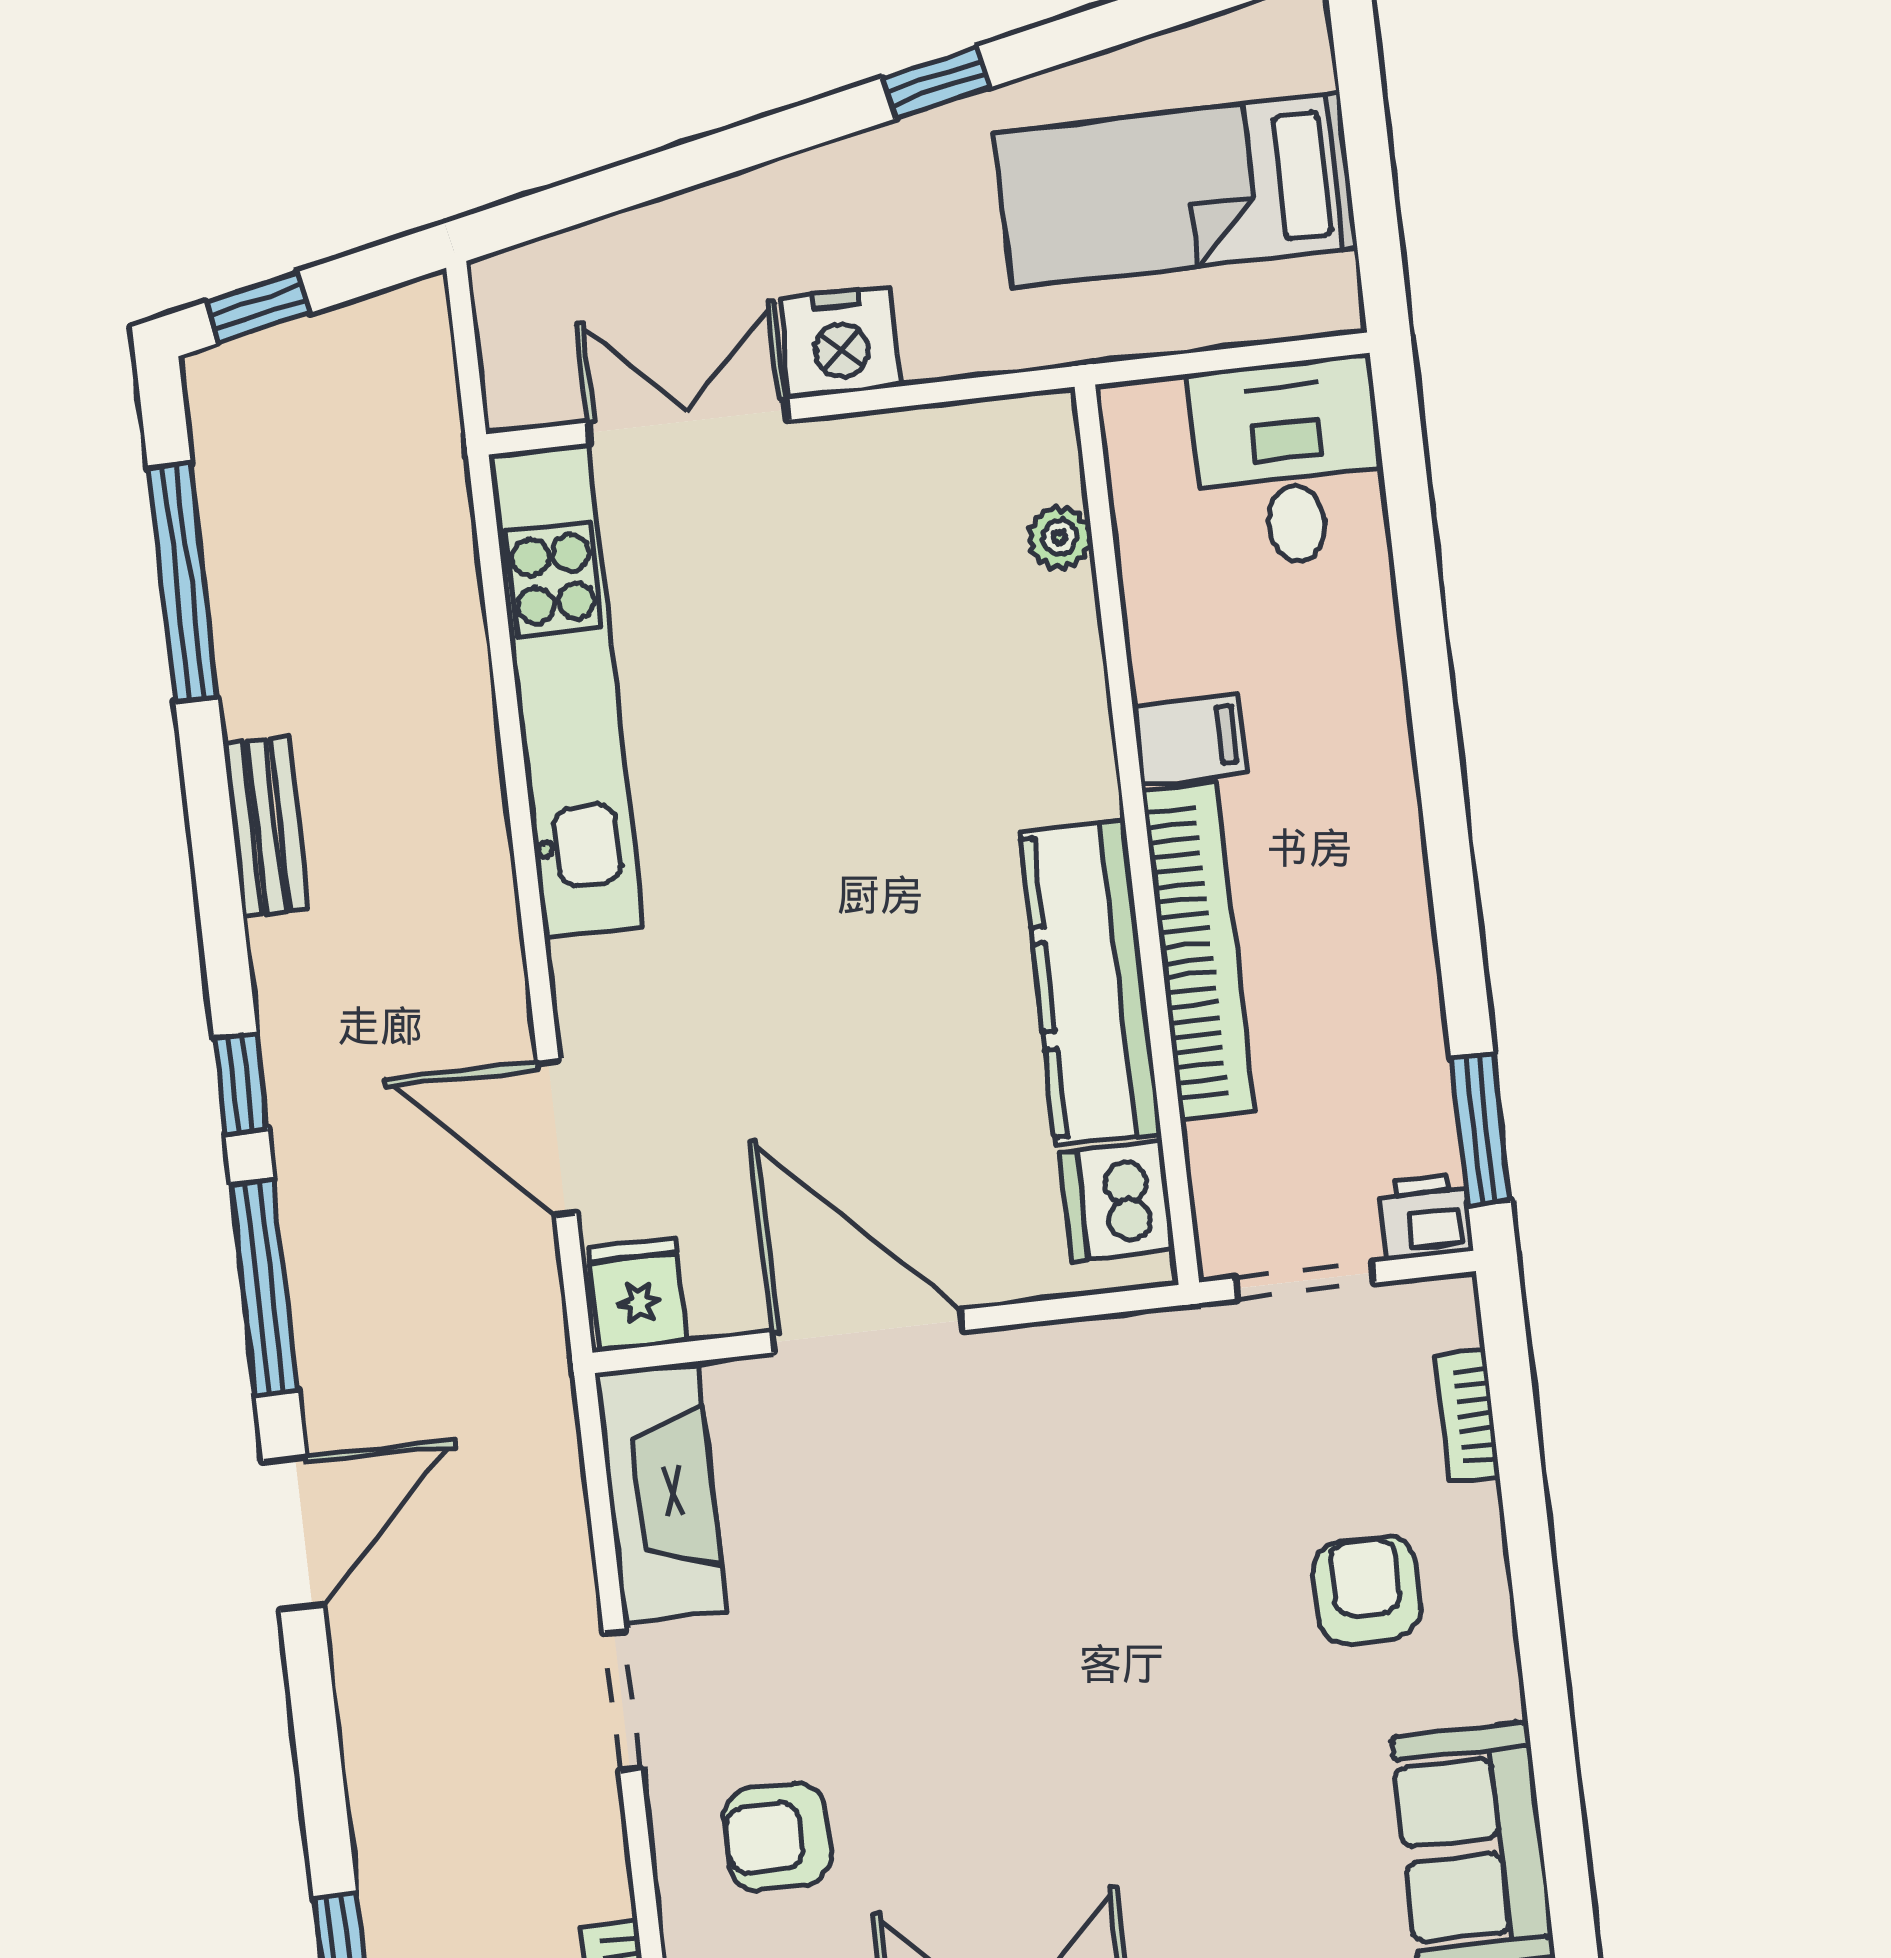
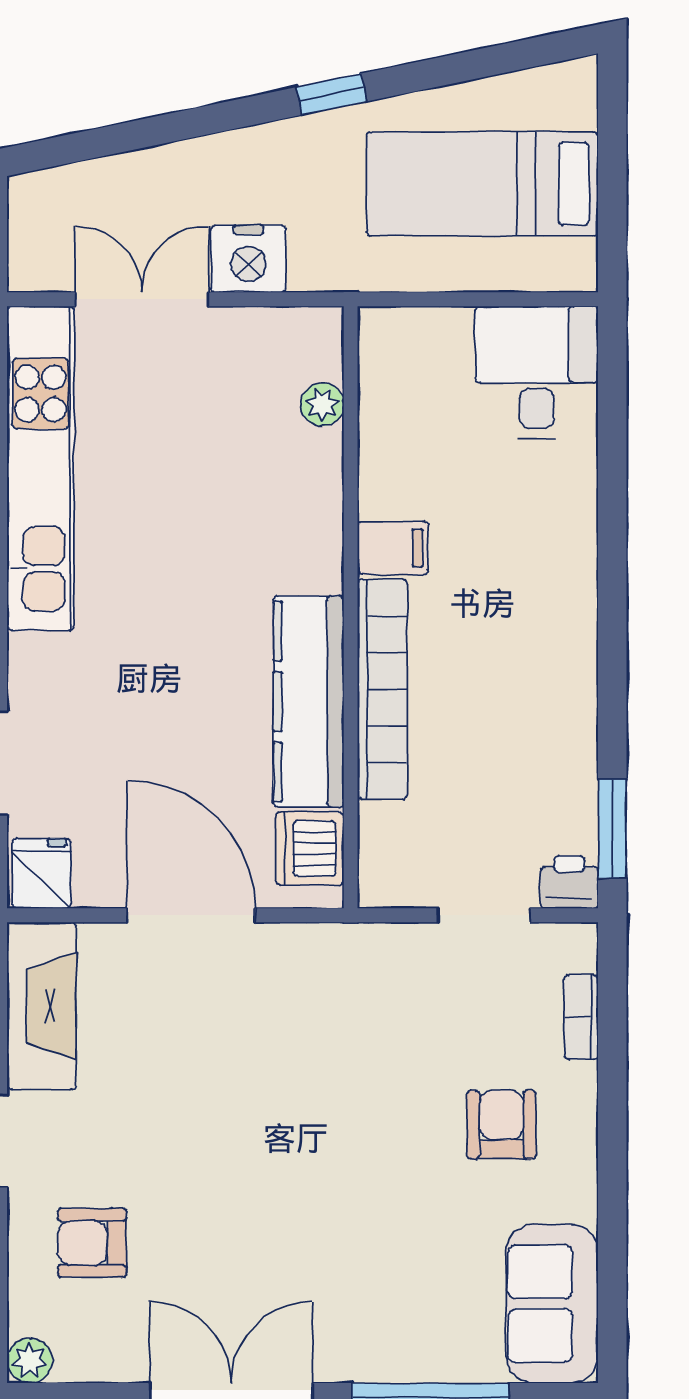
plant: (1060, 537) -> (322, 405), moved
filing cabinet: (1190, 739) -> (393, 548), moved
wall: (1137, 835) -> (351, 607), moved
bookcase: (1198, 951) -> (382, 689), moved
kitchen counter: (1090, 983) -> (309, 702), moved
dishwasher: (1117, 1201) -> (310, 848), moved

